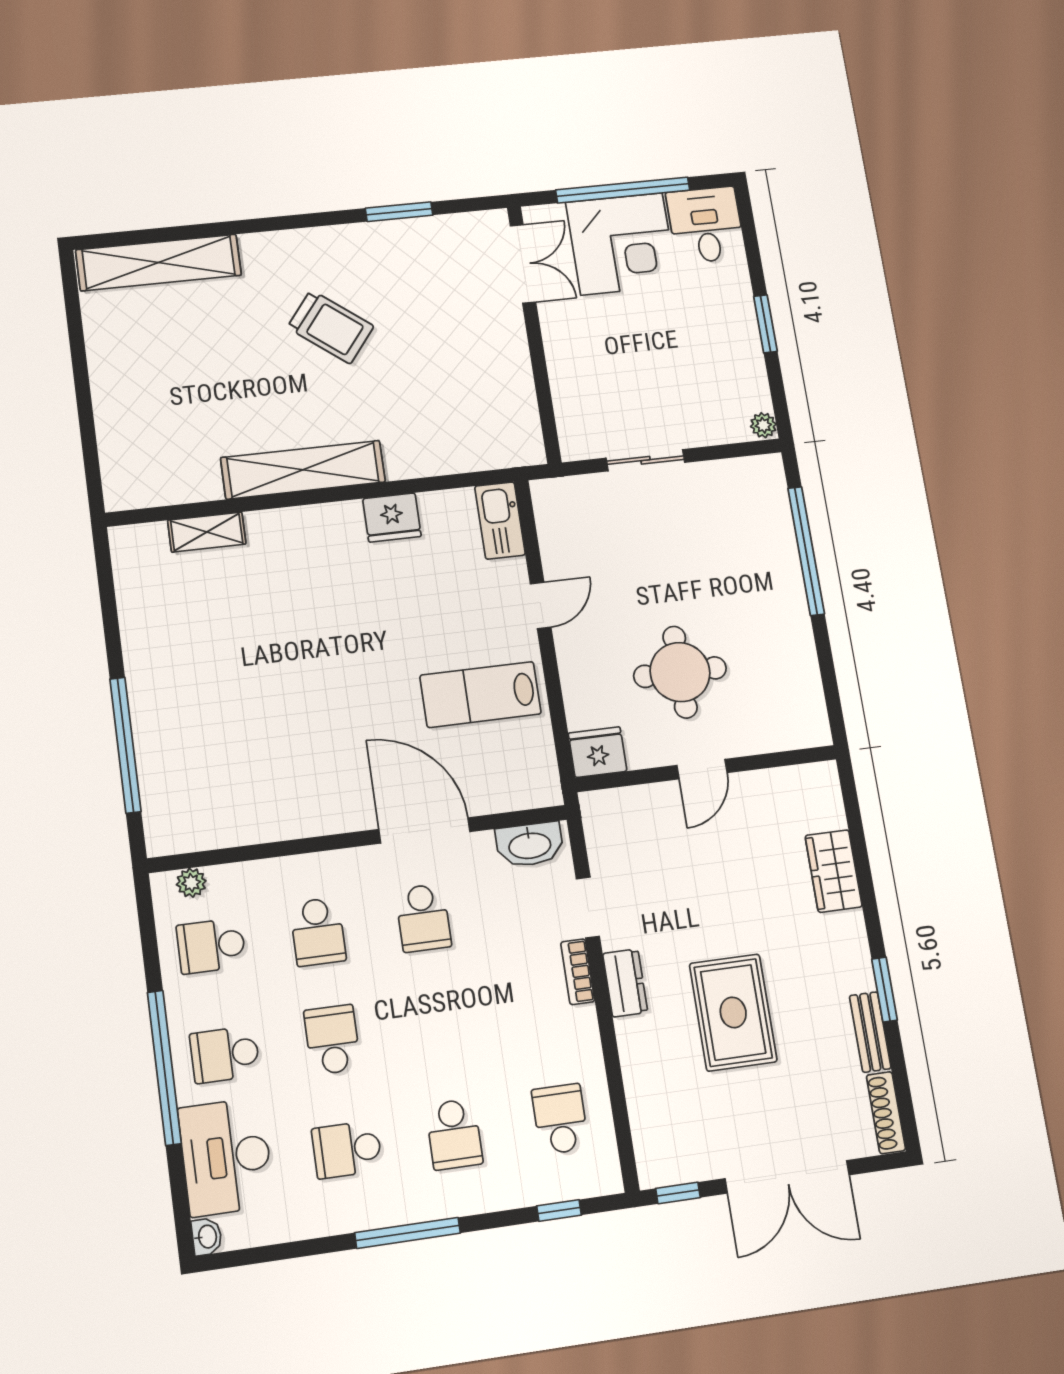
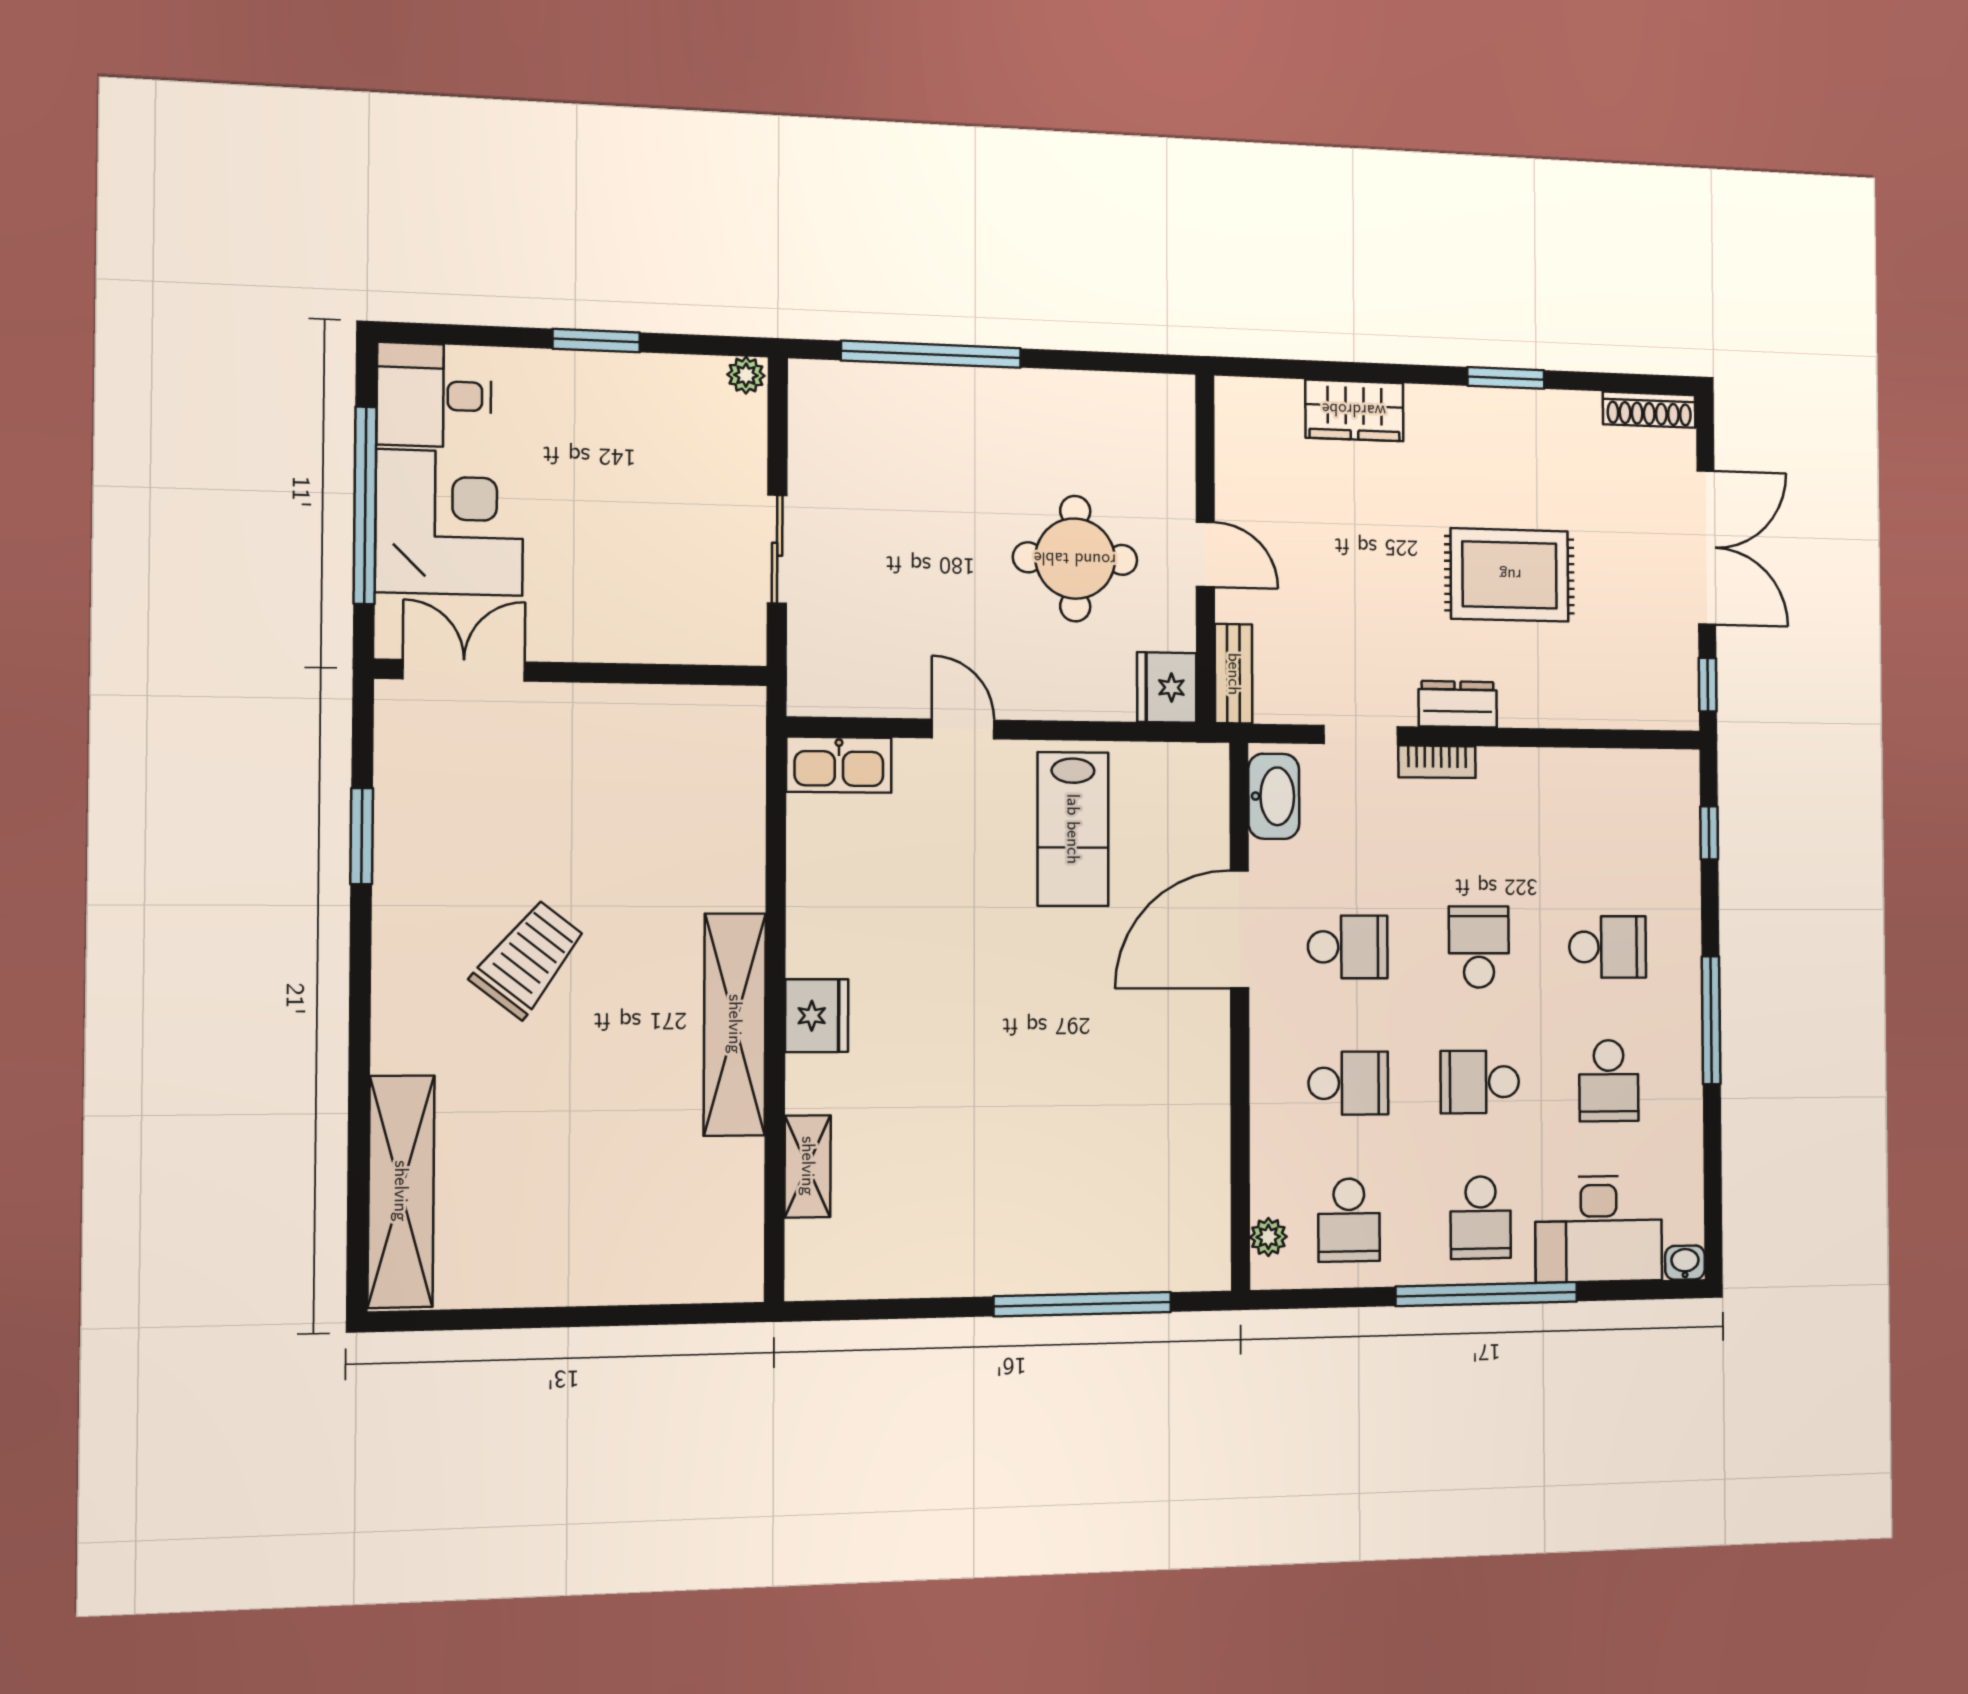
fridge: (392, 517) -> (817, 1016), moved
bench: (870, 1032) -> (1234, 674), moved, turned 90
school desk: (560, 1119) -> (1479, 947), moved, turned 90

